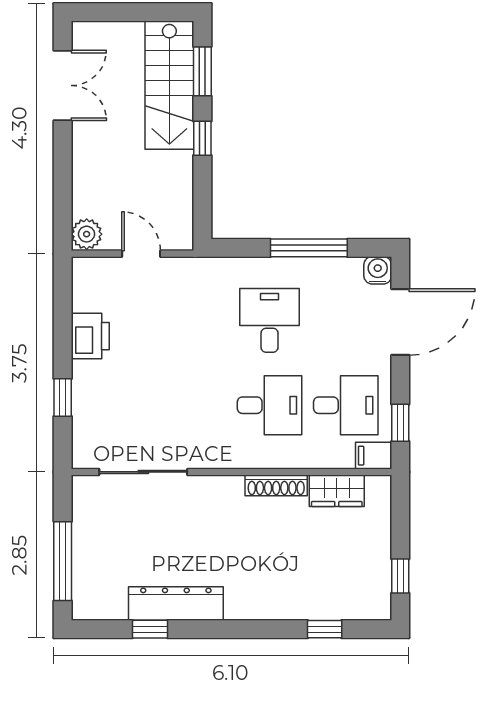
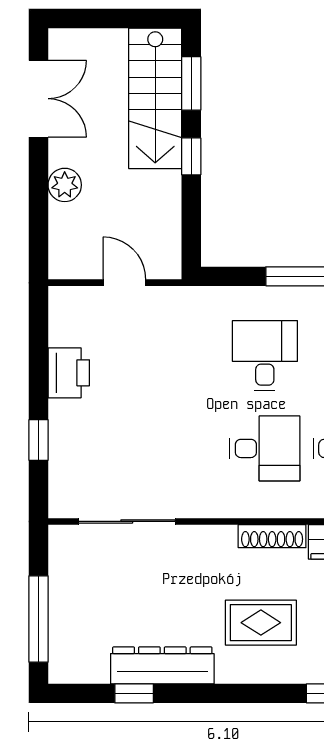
plant: (87, 234) -> (65, 185), moved
rug: (266, 564) -> (261, 623), added

